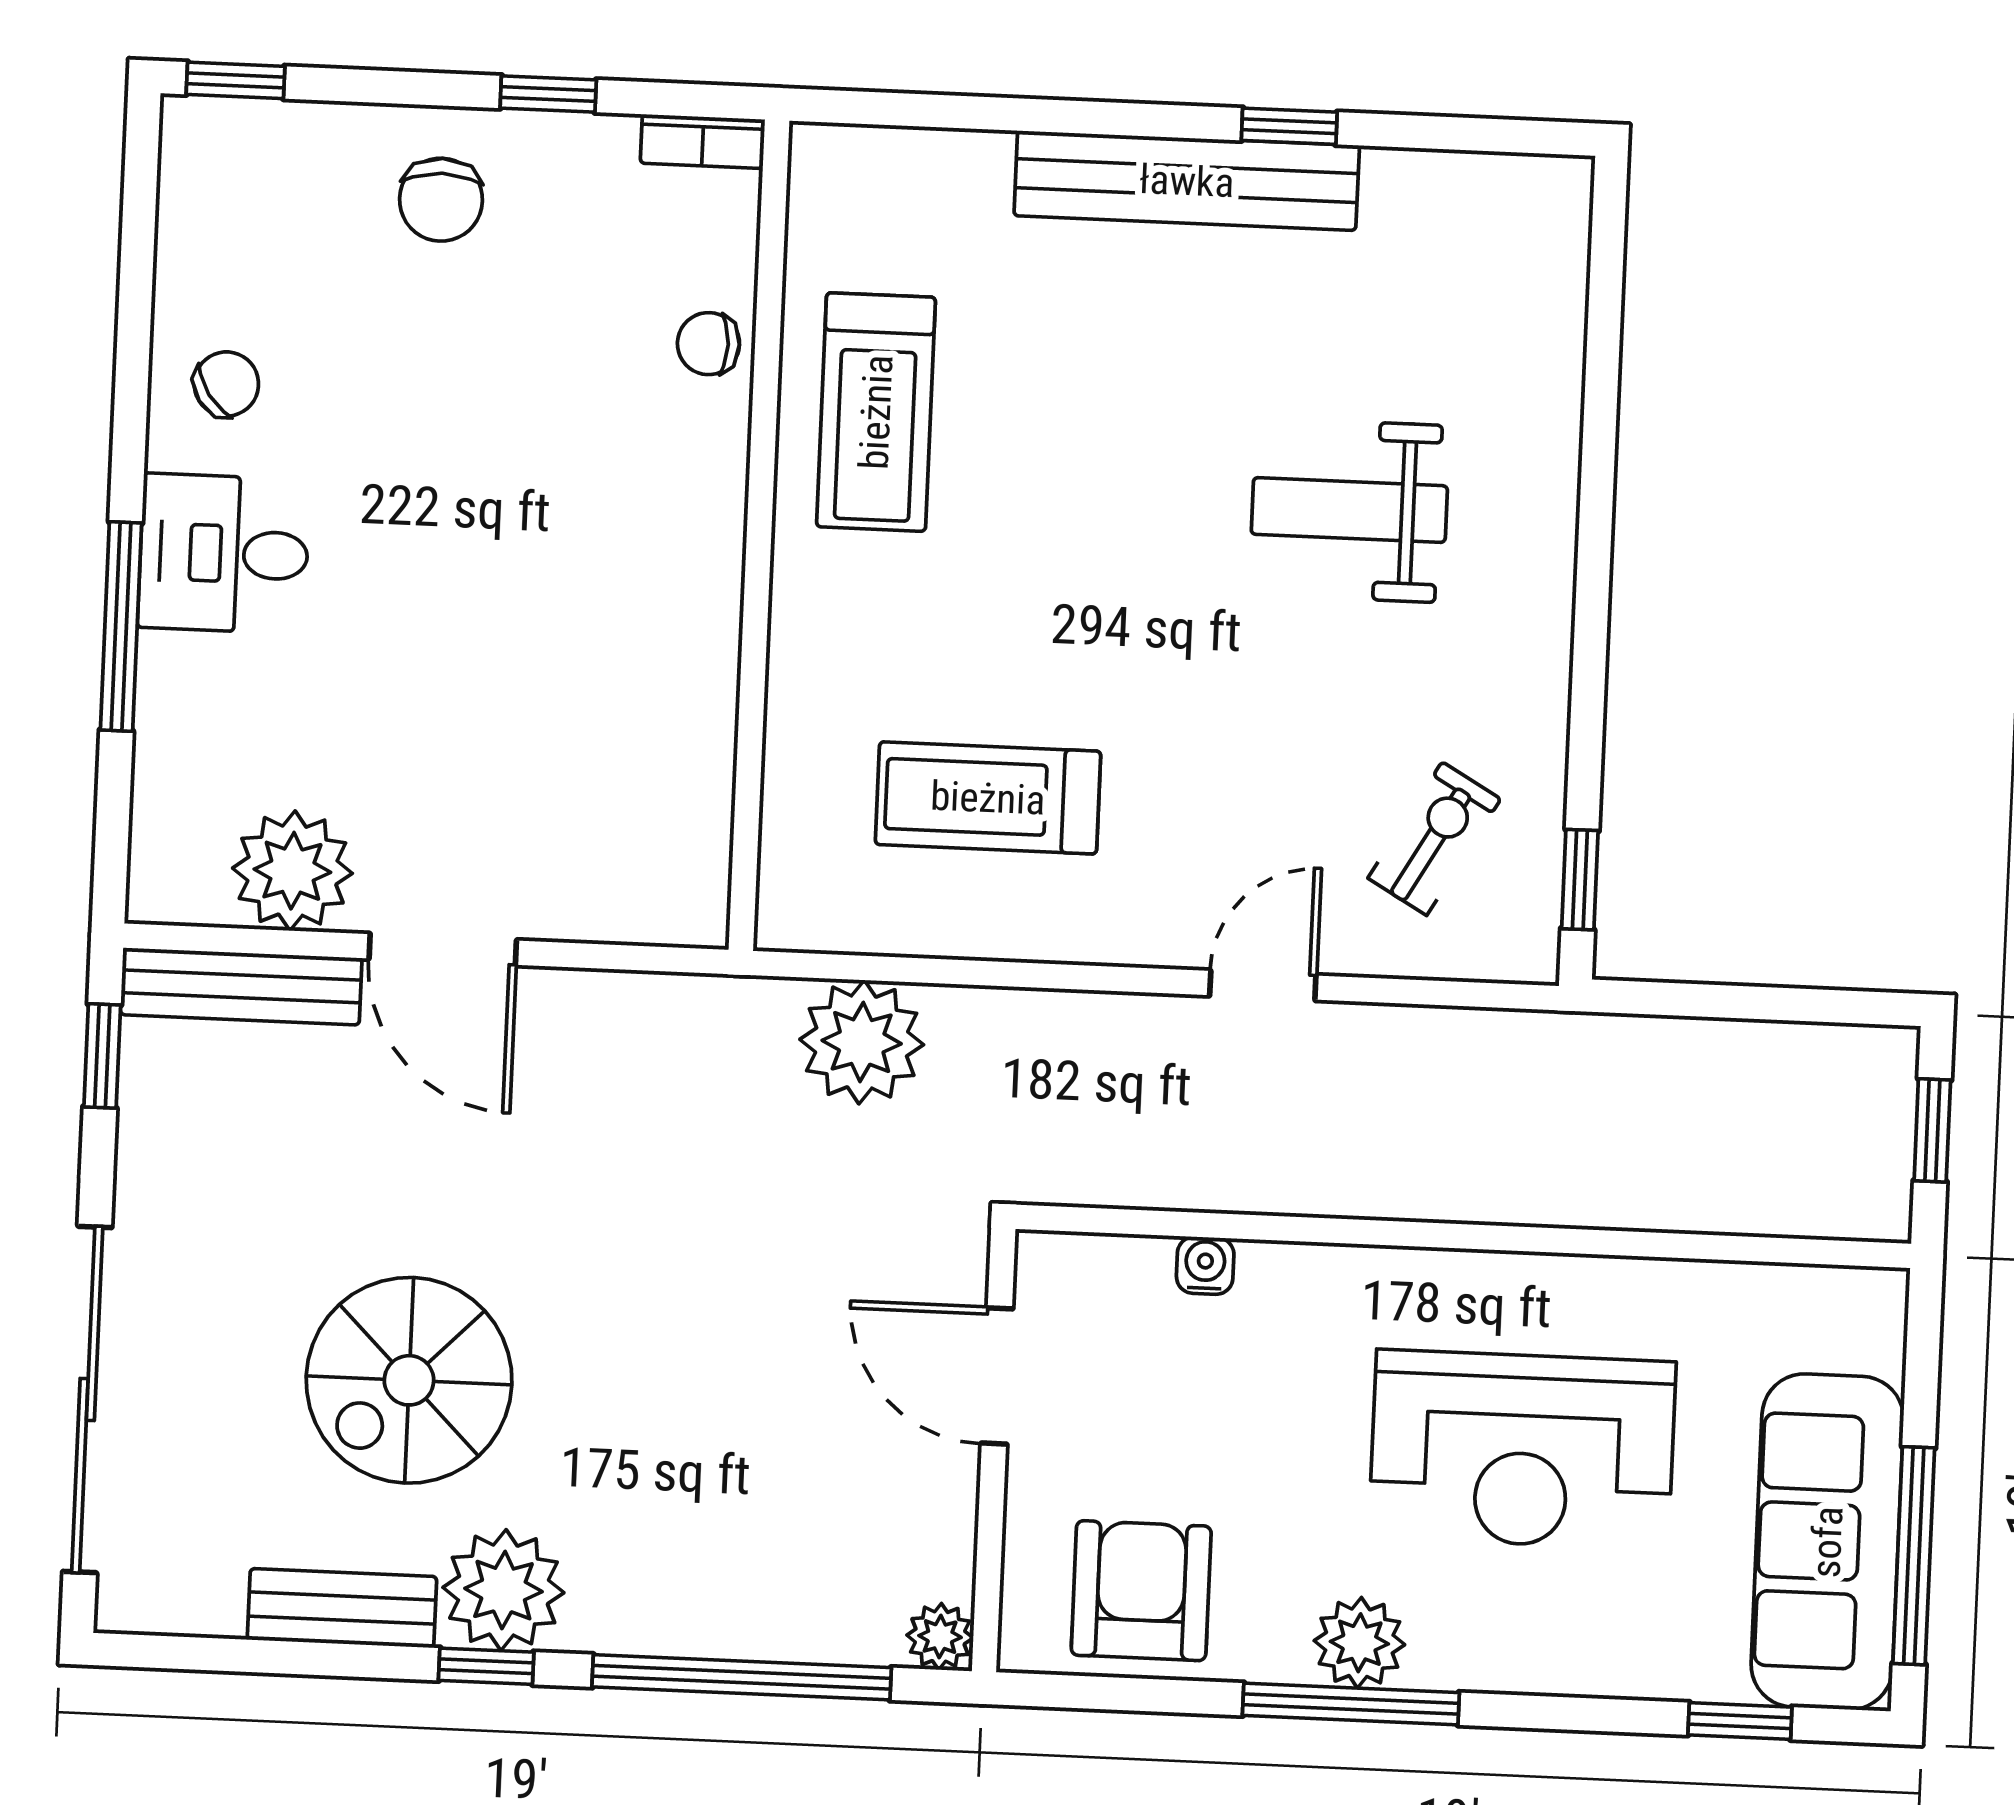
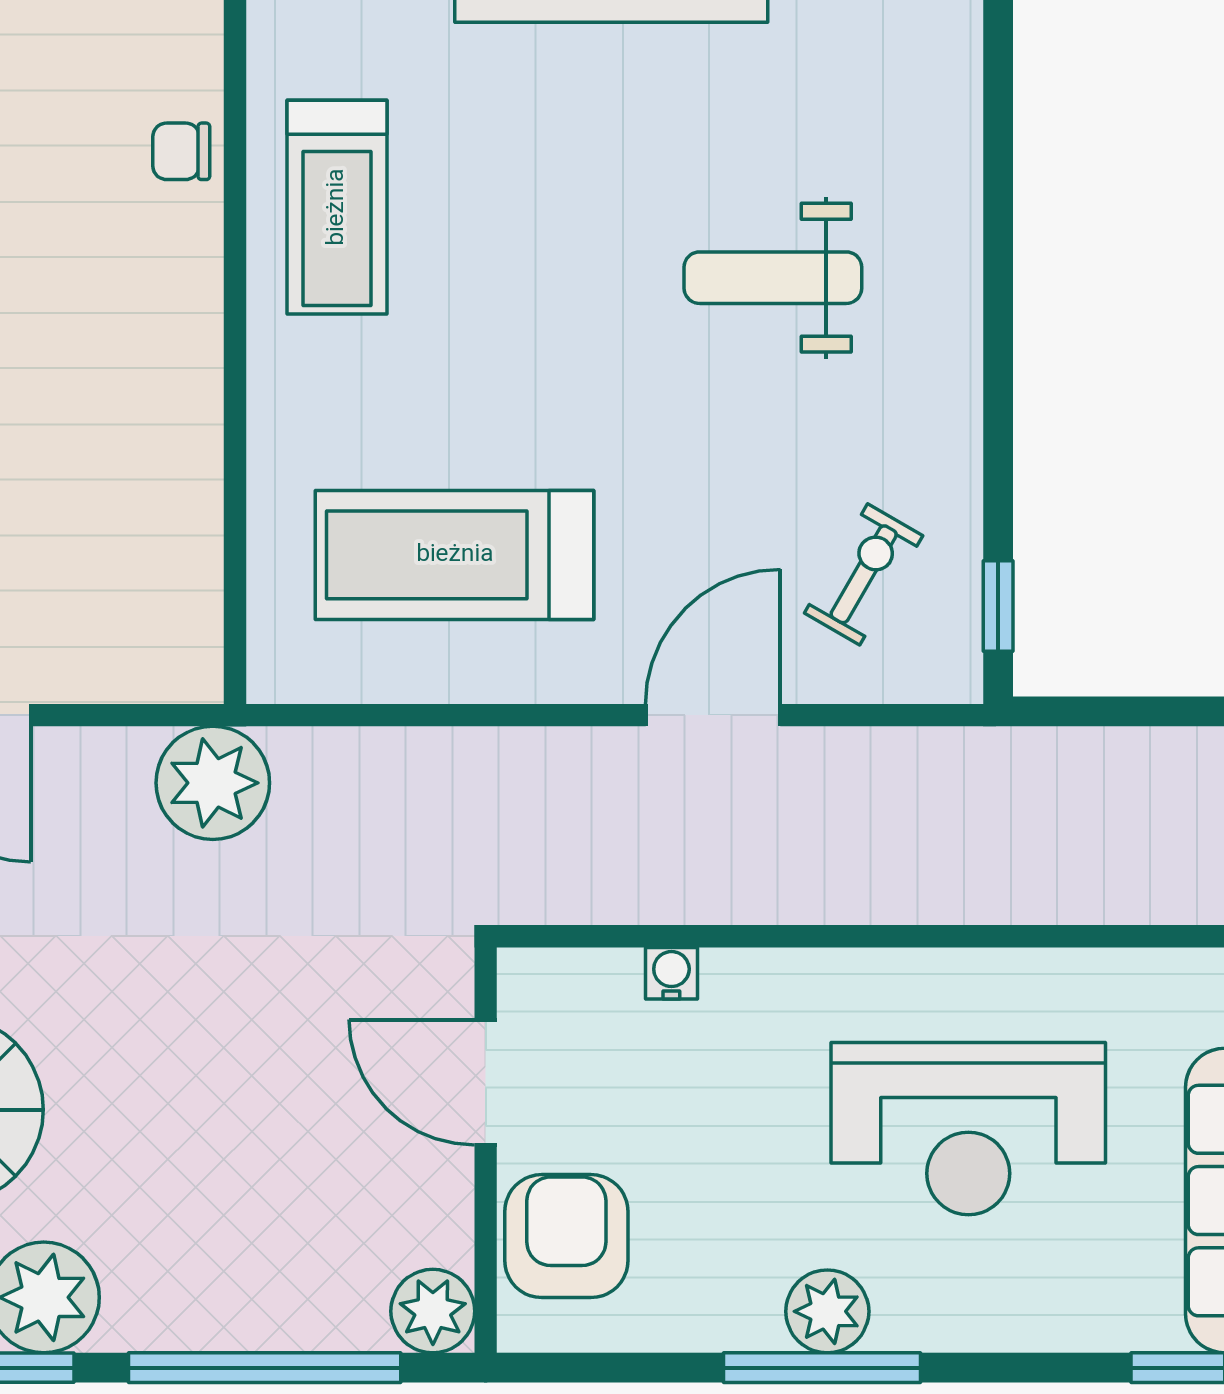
treadmill: (988, 798) -> (455, 555), width x1.37, depth x1.38
door: (1263, 985) -> (713, 715), width x1.38
plant: (862, 1042) -> (213, 783), moved
armchair: (1141, 1591) -> (566, 1236), moved
plant: (940, 1637) -> (433, 1311), width x1.38, depth x1.38

